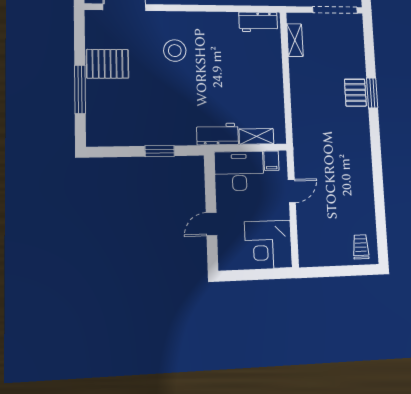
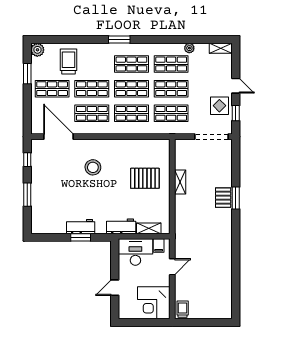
workbench: (258, 22) -> (81, 227), moved, turned 180
window: (79, 39) -> (27, 160), added
shelving: (295, 40) -> (180, 182), moved
pallet: (108, 64) -> (145, 178), moved
window: (80, 89) -> (27, 195), width x0.69
trolley: (361, 247) -> (183, 309), moved

